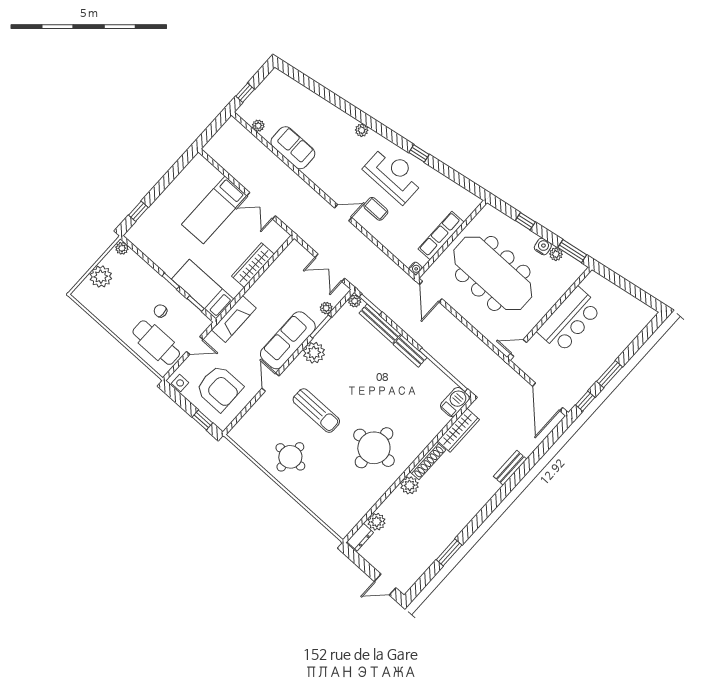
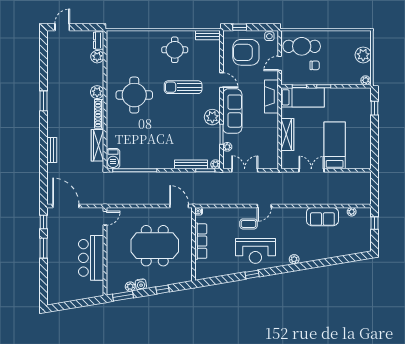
meeting table: (493, 273) -> (155, 246), width x0.73
bench: (410, 351) -> (208, 35), moved
window: (449, 552) -> (44, 101), moved

